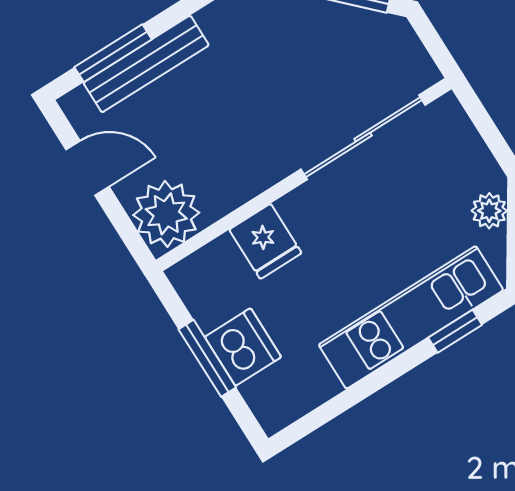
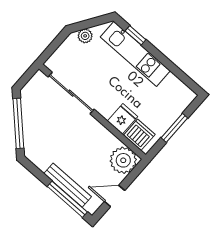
window: (113, 53) -> (67, 199), width x1.44
door: (88, 168) -> (115, 196), hinge flipped
dishwasher: (243, 347) -> (139, 135), moved, turned 90

